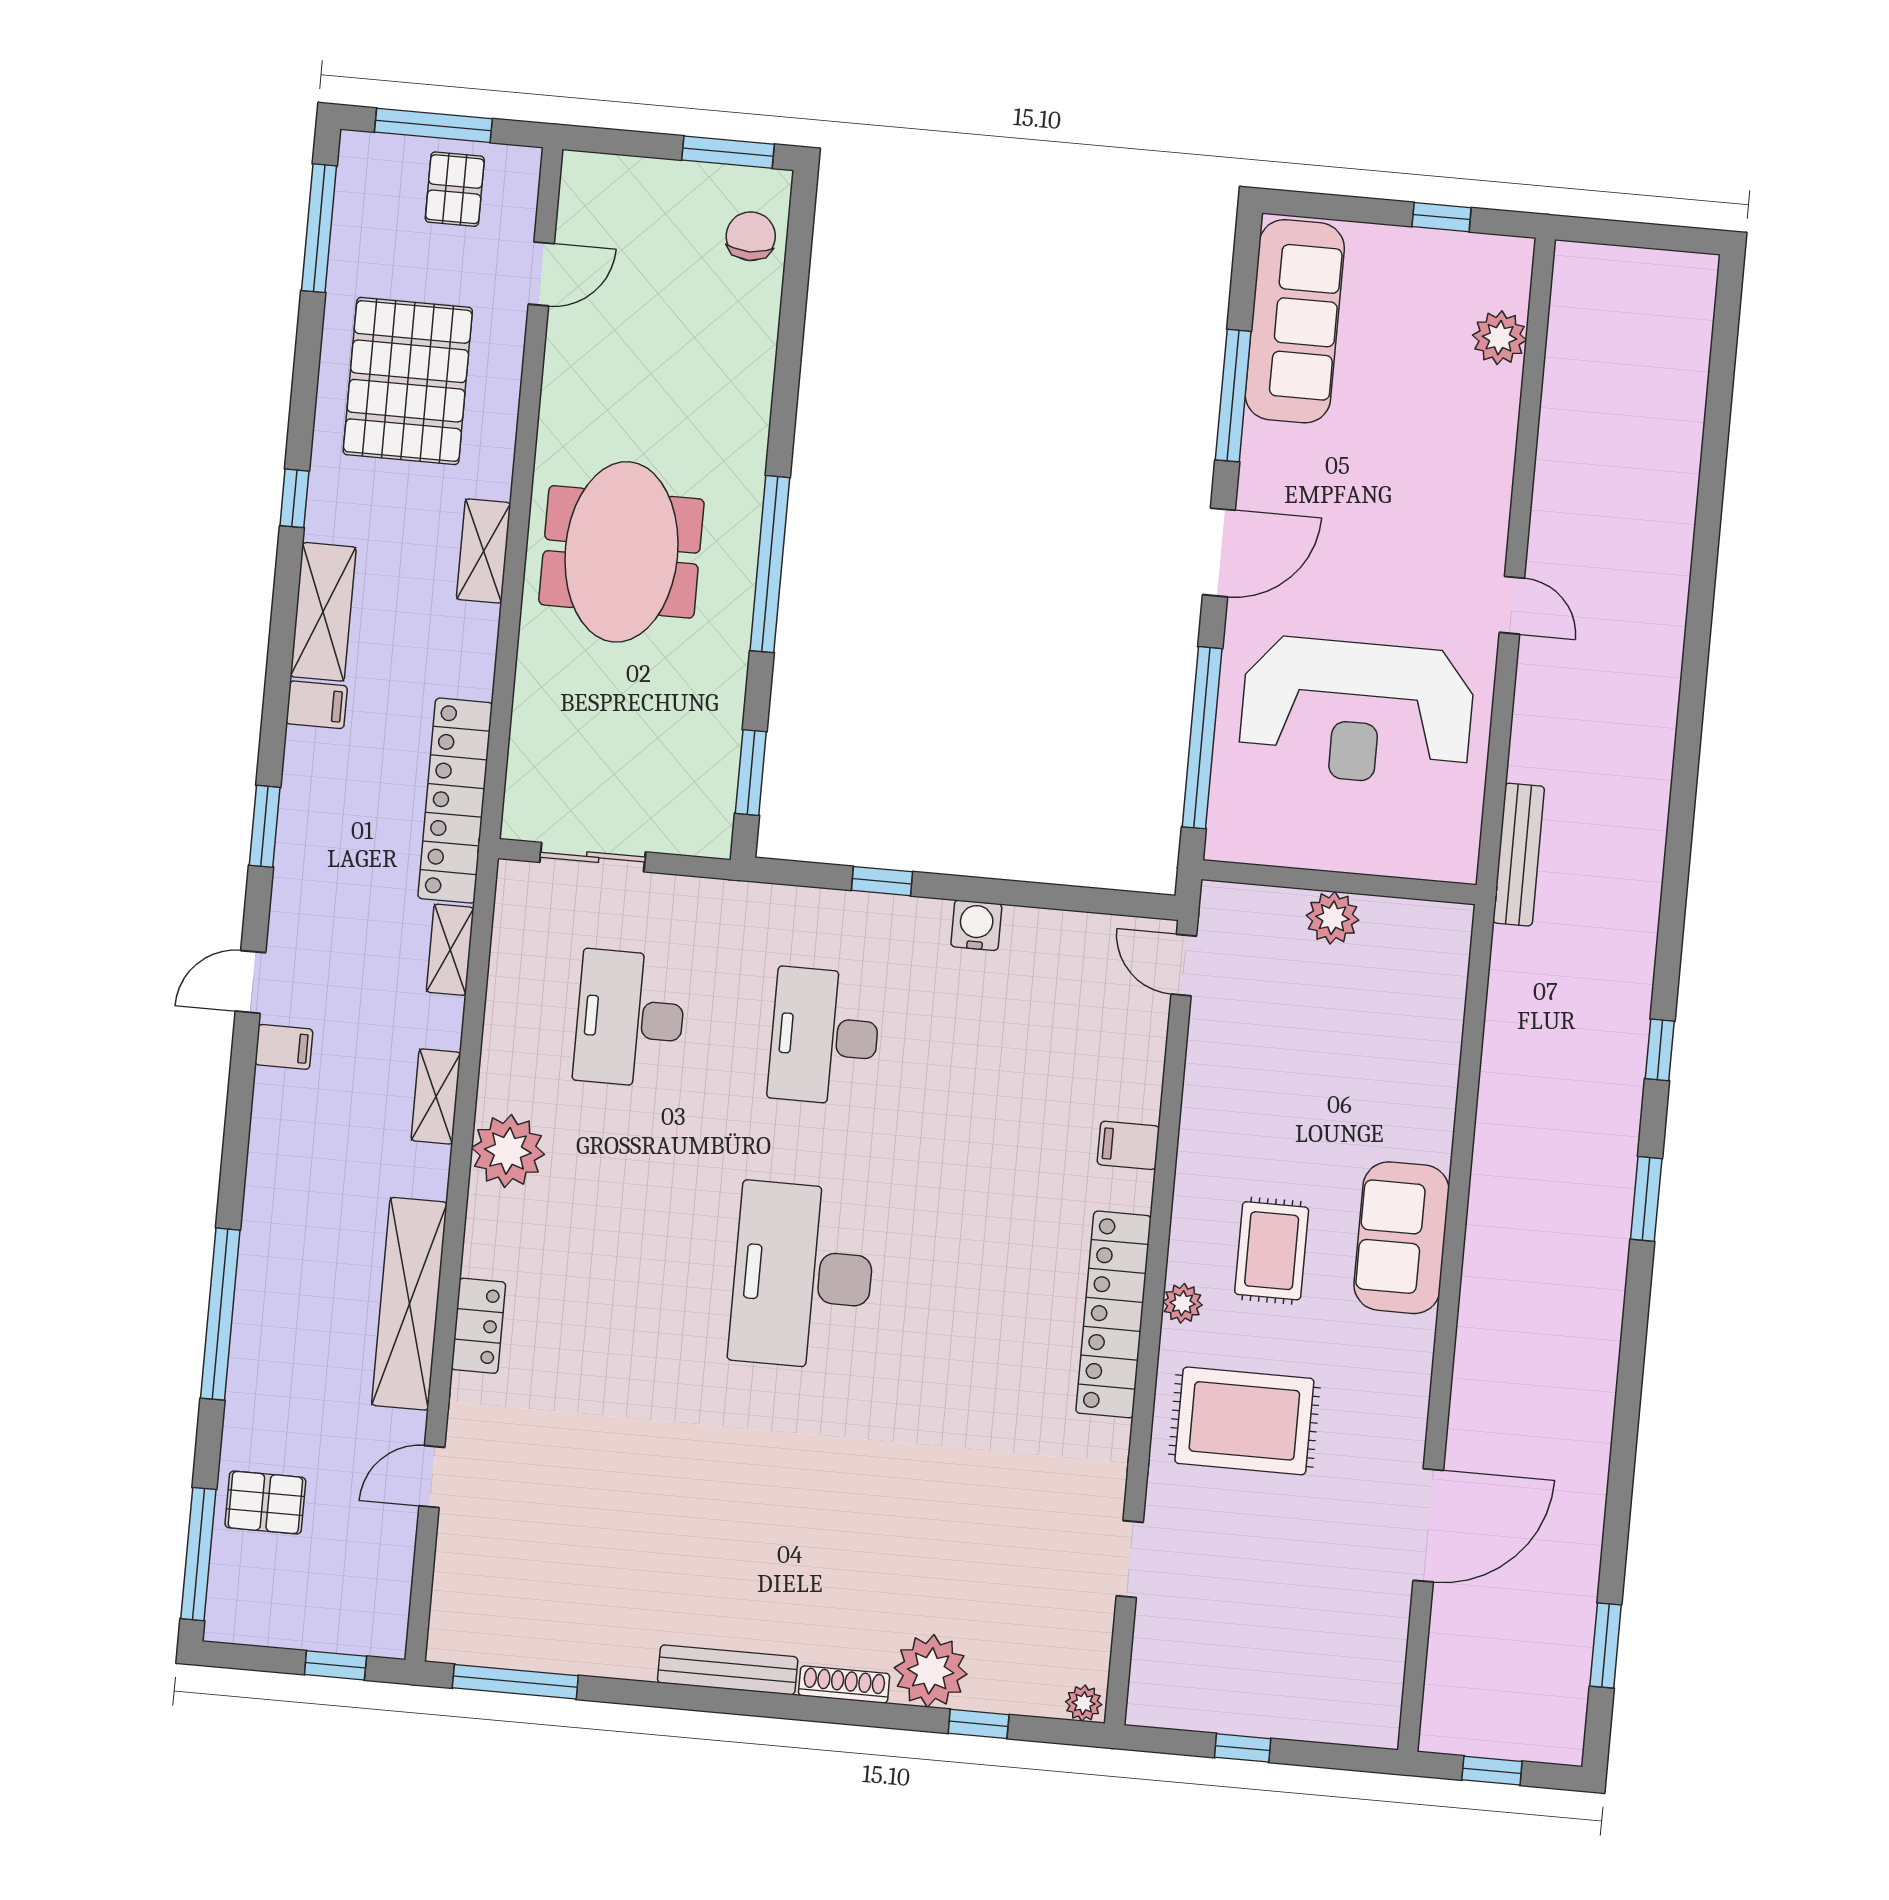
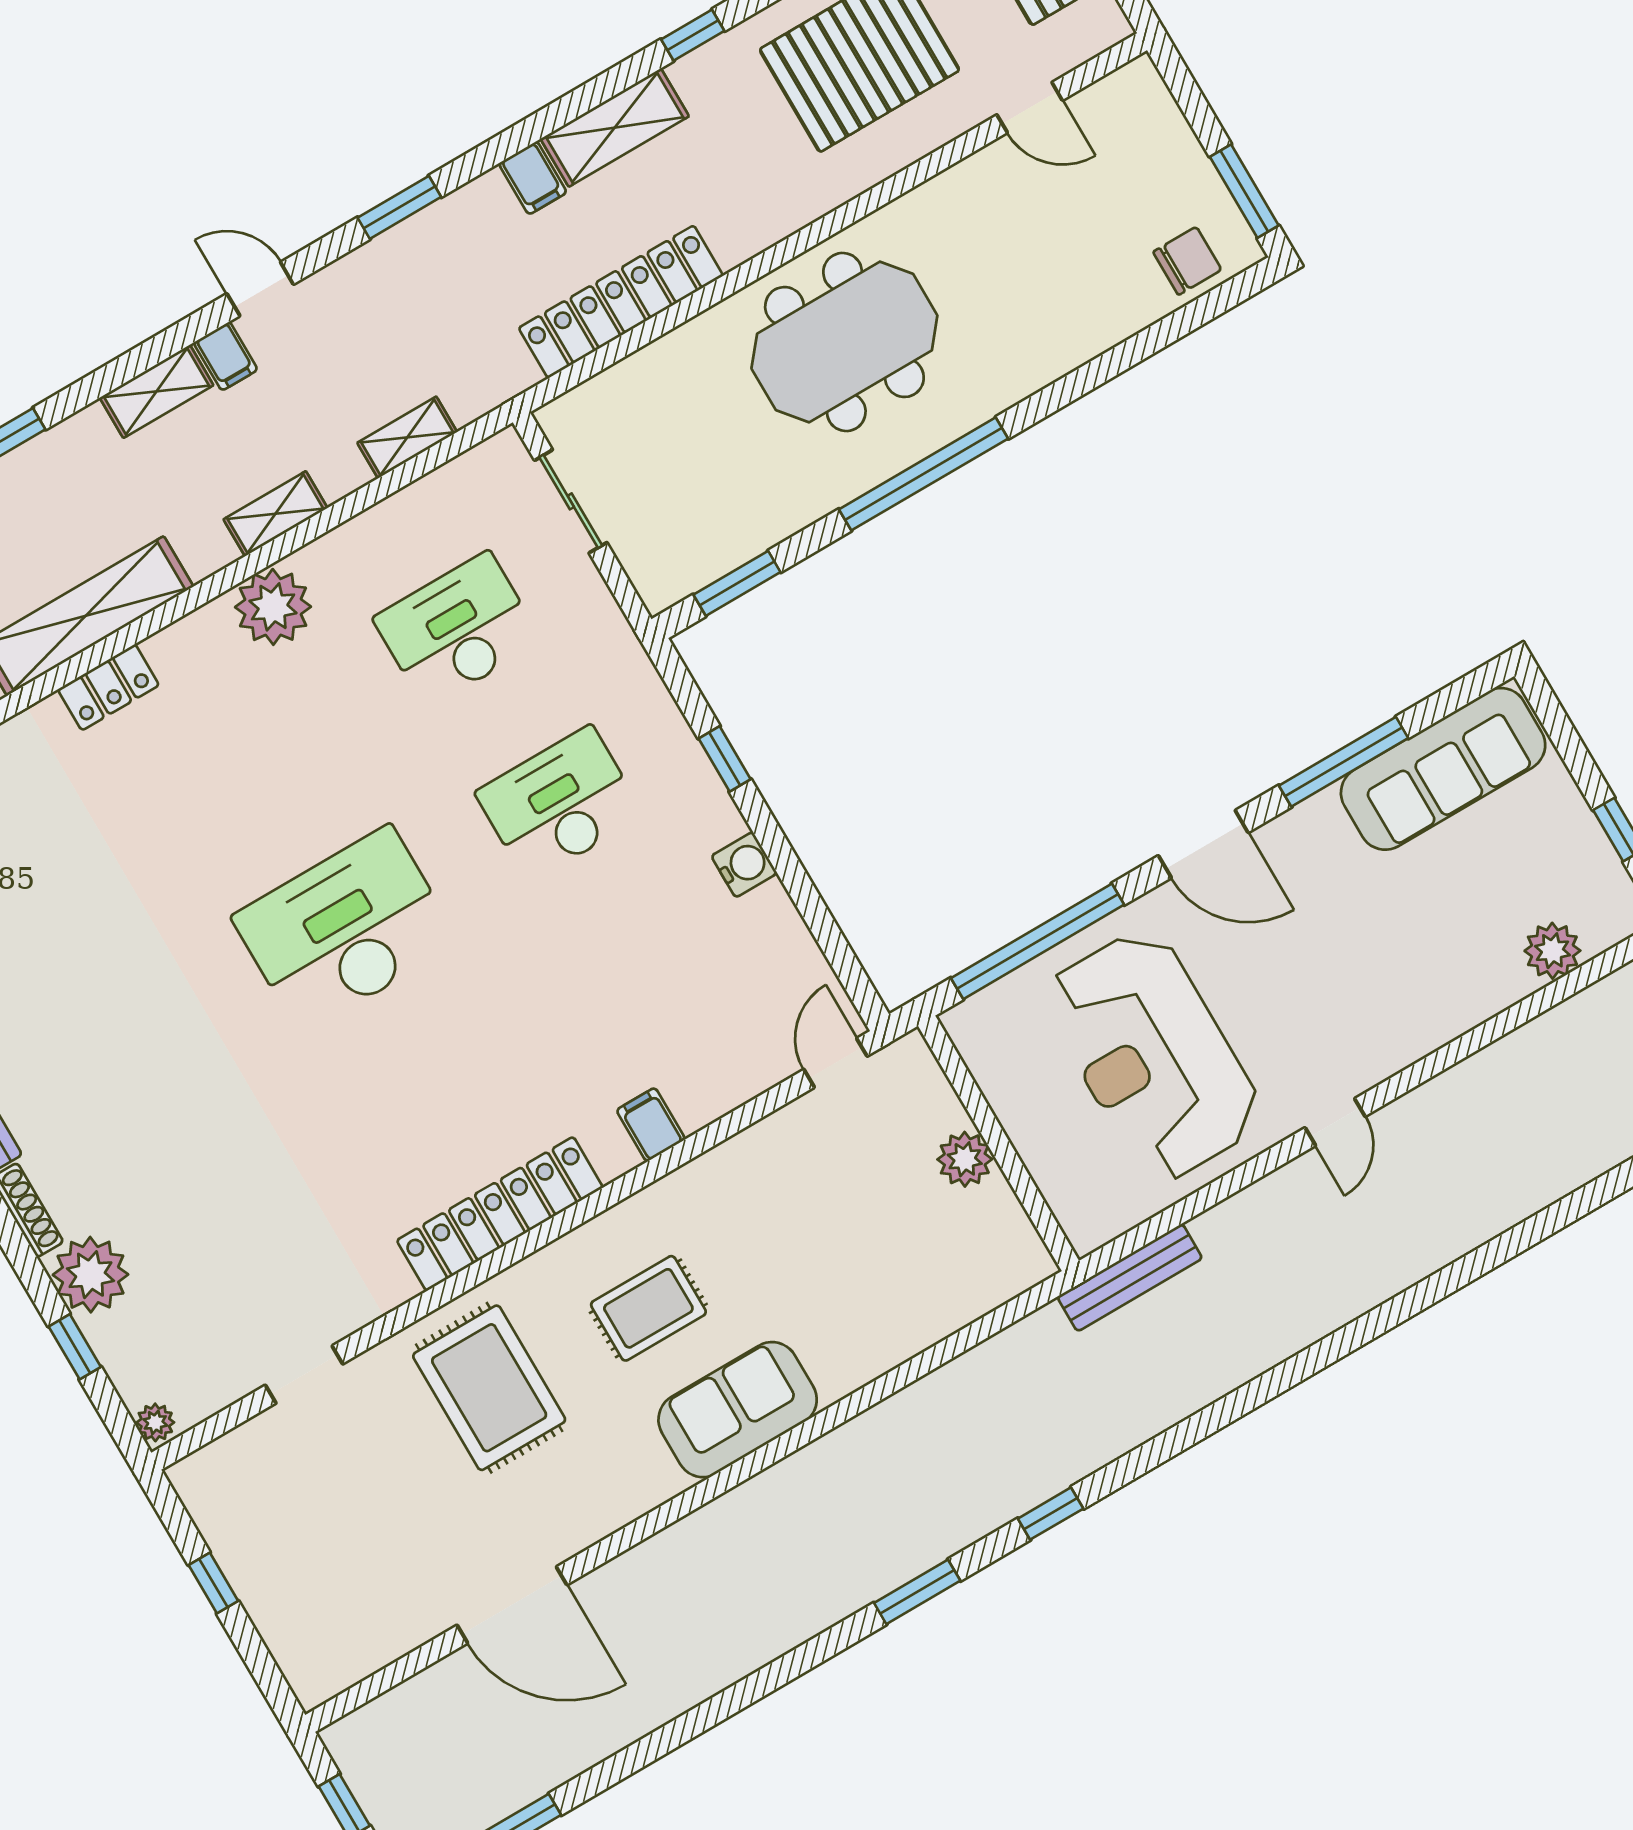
shelving: (484, 551) -> (157, 391), moved
locker: (455, 801) -> (621, 302), moved
plant: (1182, 1303) -> (551, 1265), removed

